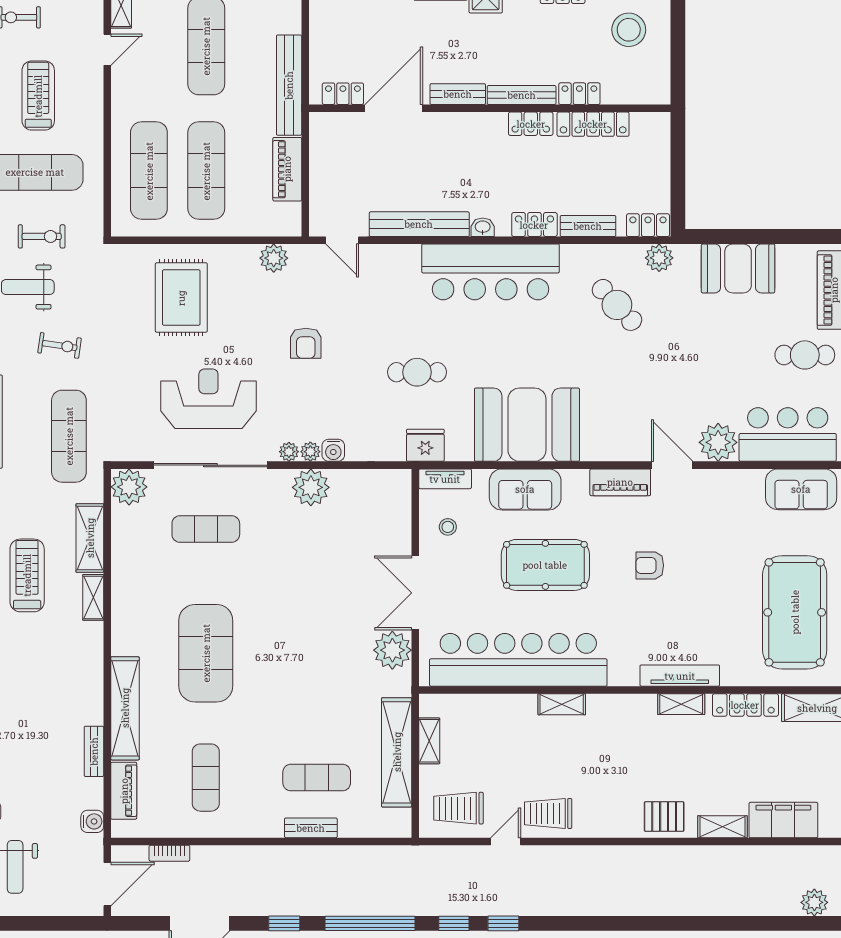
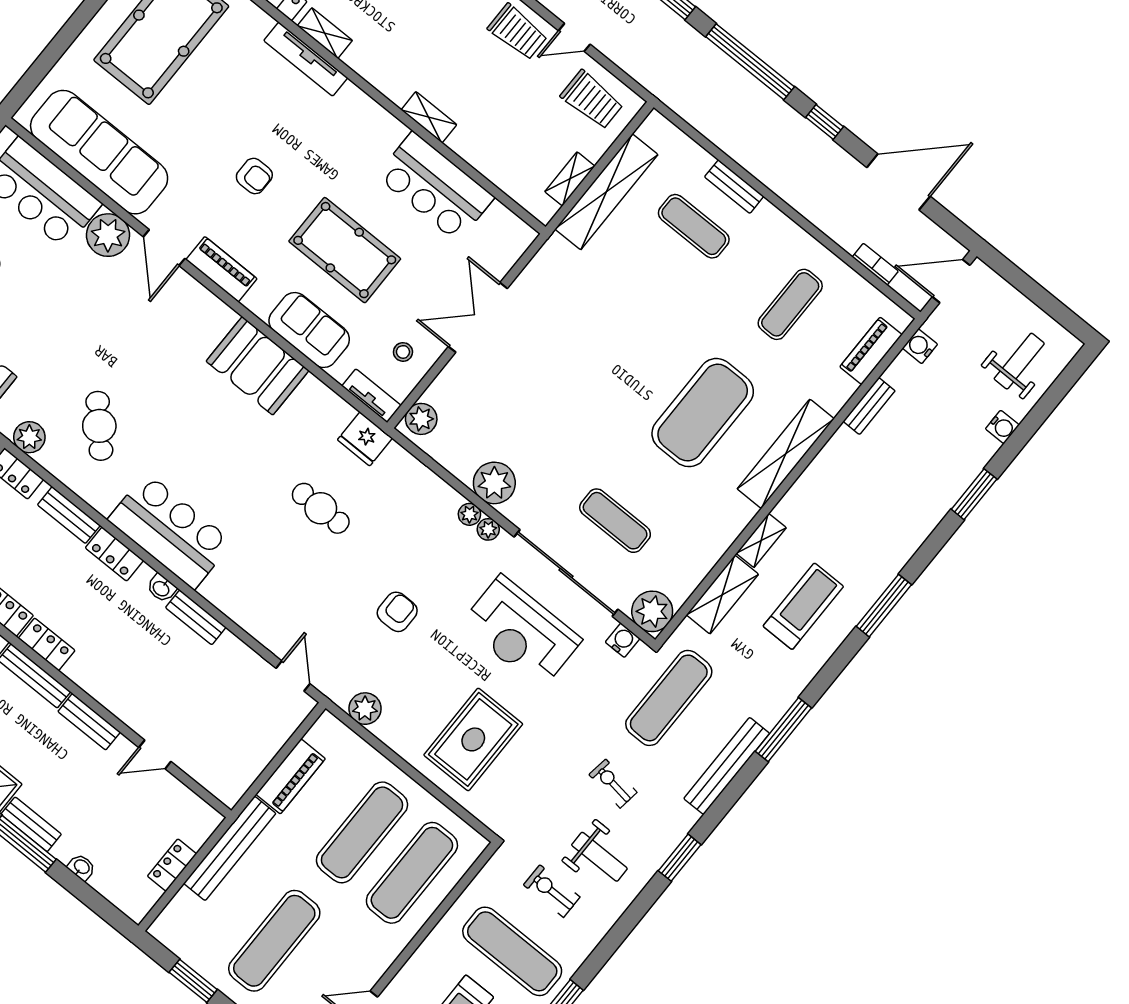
locker: (343, 94) -> (172, 865), moved, turned 90
door: (394, 108) -> (155, 754), width x0.53
bench: (419, 224) -> (196, 617), width x0.54, depth x0.82
bar counter: (491, 272) -> (170, 531), width x0.73
booth: (527, 425) -> (258, 366), width x0.73, depth x0.70
water cooler: (333, 450) -> (623, 640), moved
sofa: (801, 489) -> (99, 152), width x1.85, depth x1.27
treadmill: (27, 575) -> (803, 606), turned 180
double door: (415, 593) -> (478, 317), swing flipped
plant: (392, 650) -> (421, 419), moved, width x0.73, depth x0.73
bar counter: (518, 660) -> (435, 187), width x0.54
shelving: (125, 708) -> (786, 454), moved

